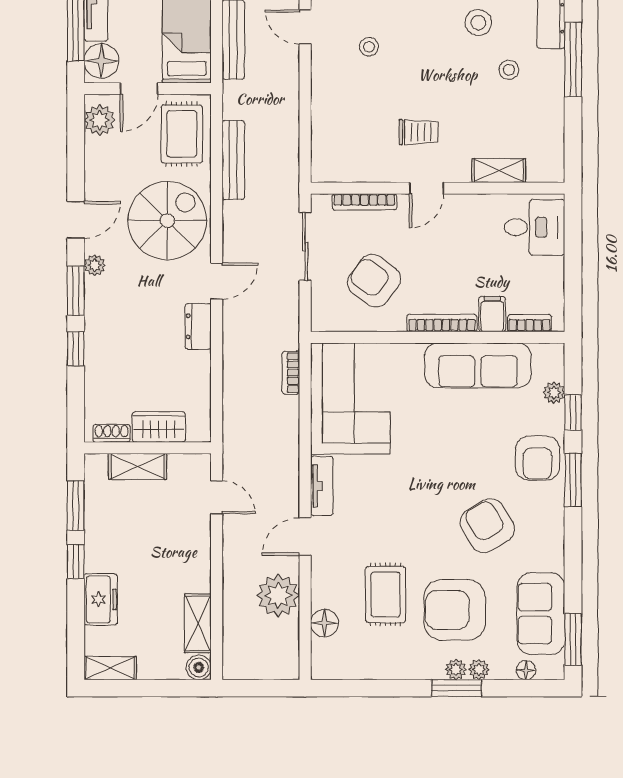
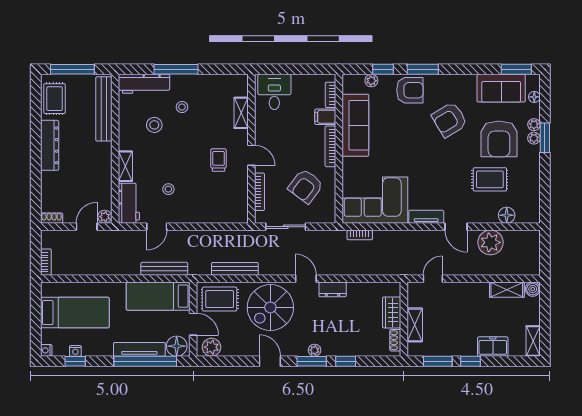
spiral stairs: (167, 221) -> (270, 307), turned -90
plant: (95, 265) -> (315, 350), moved

